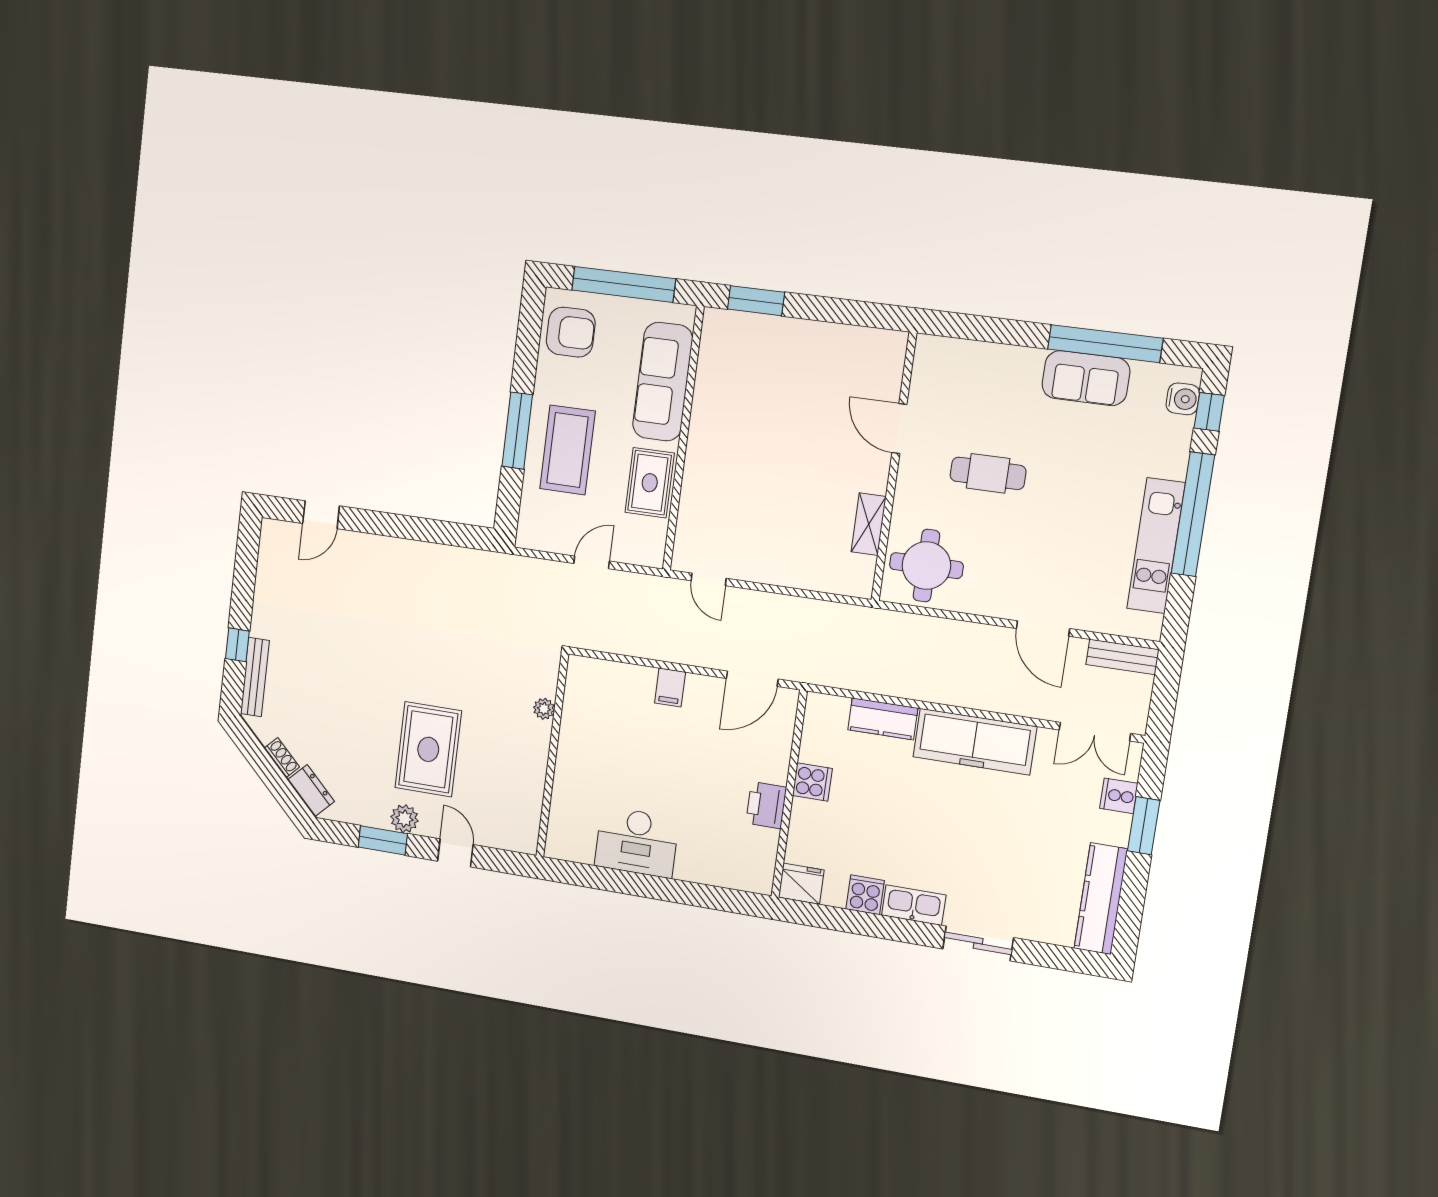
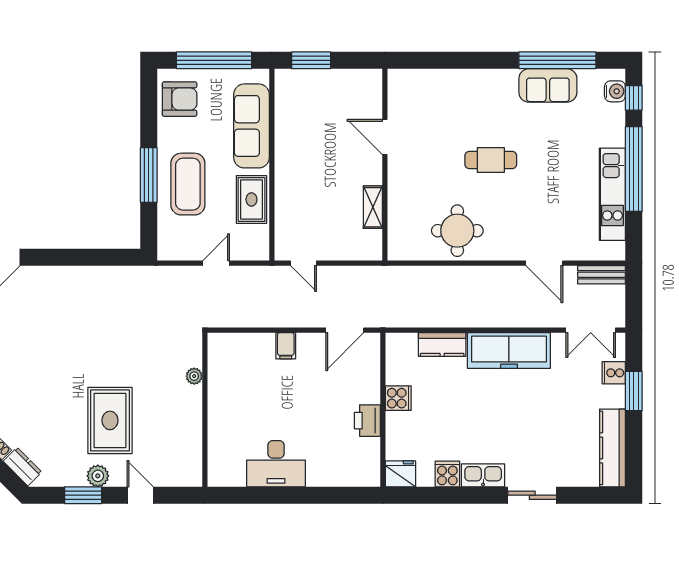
door: (899, 429) -> (385, 137), moved
wall: (894, 467) -> (385, 165), moved
shelving: (869, 524) -> (373, 207), moved

